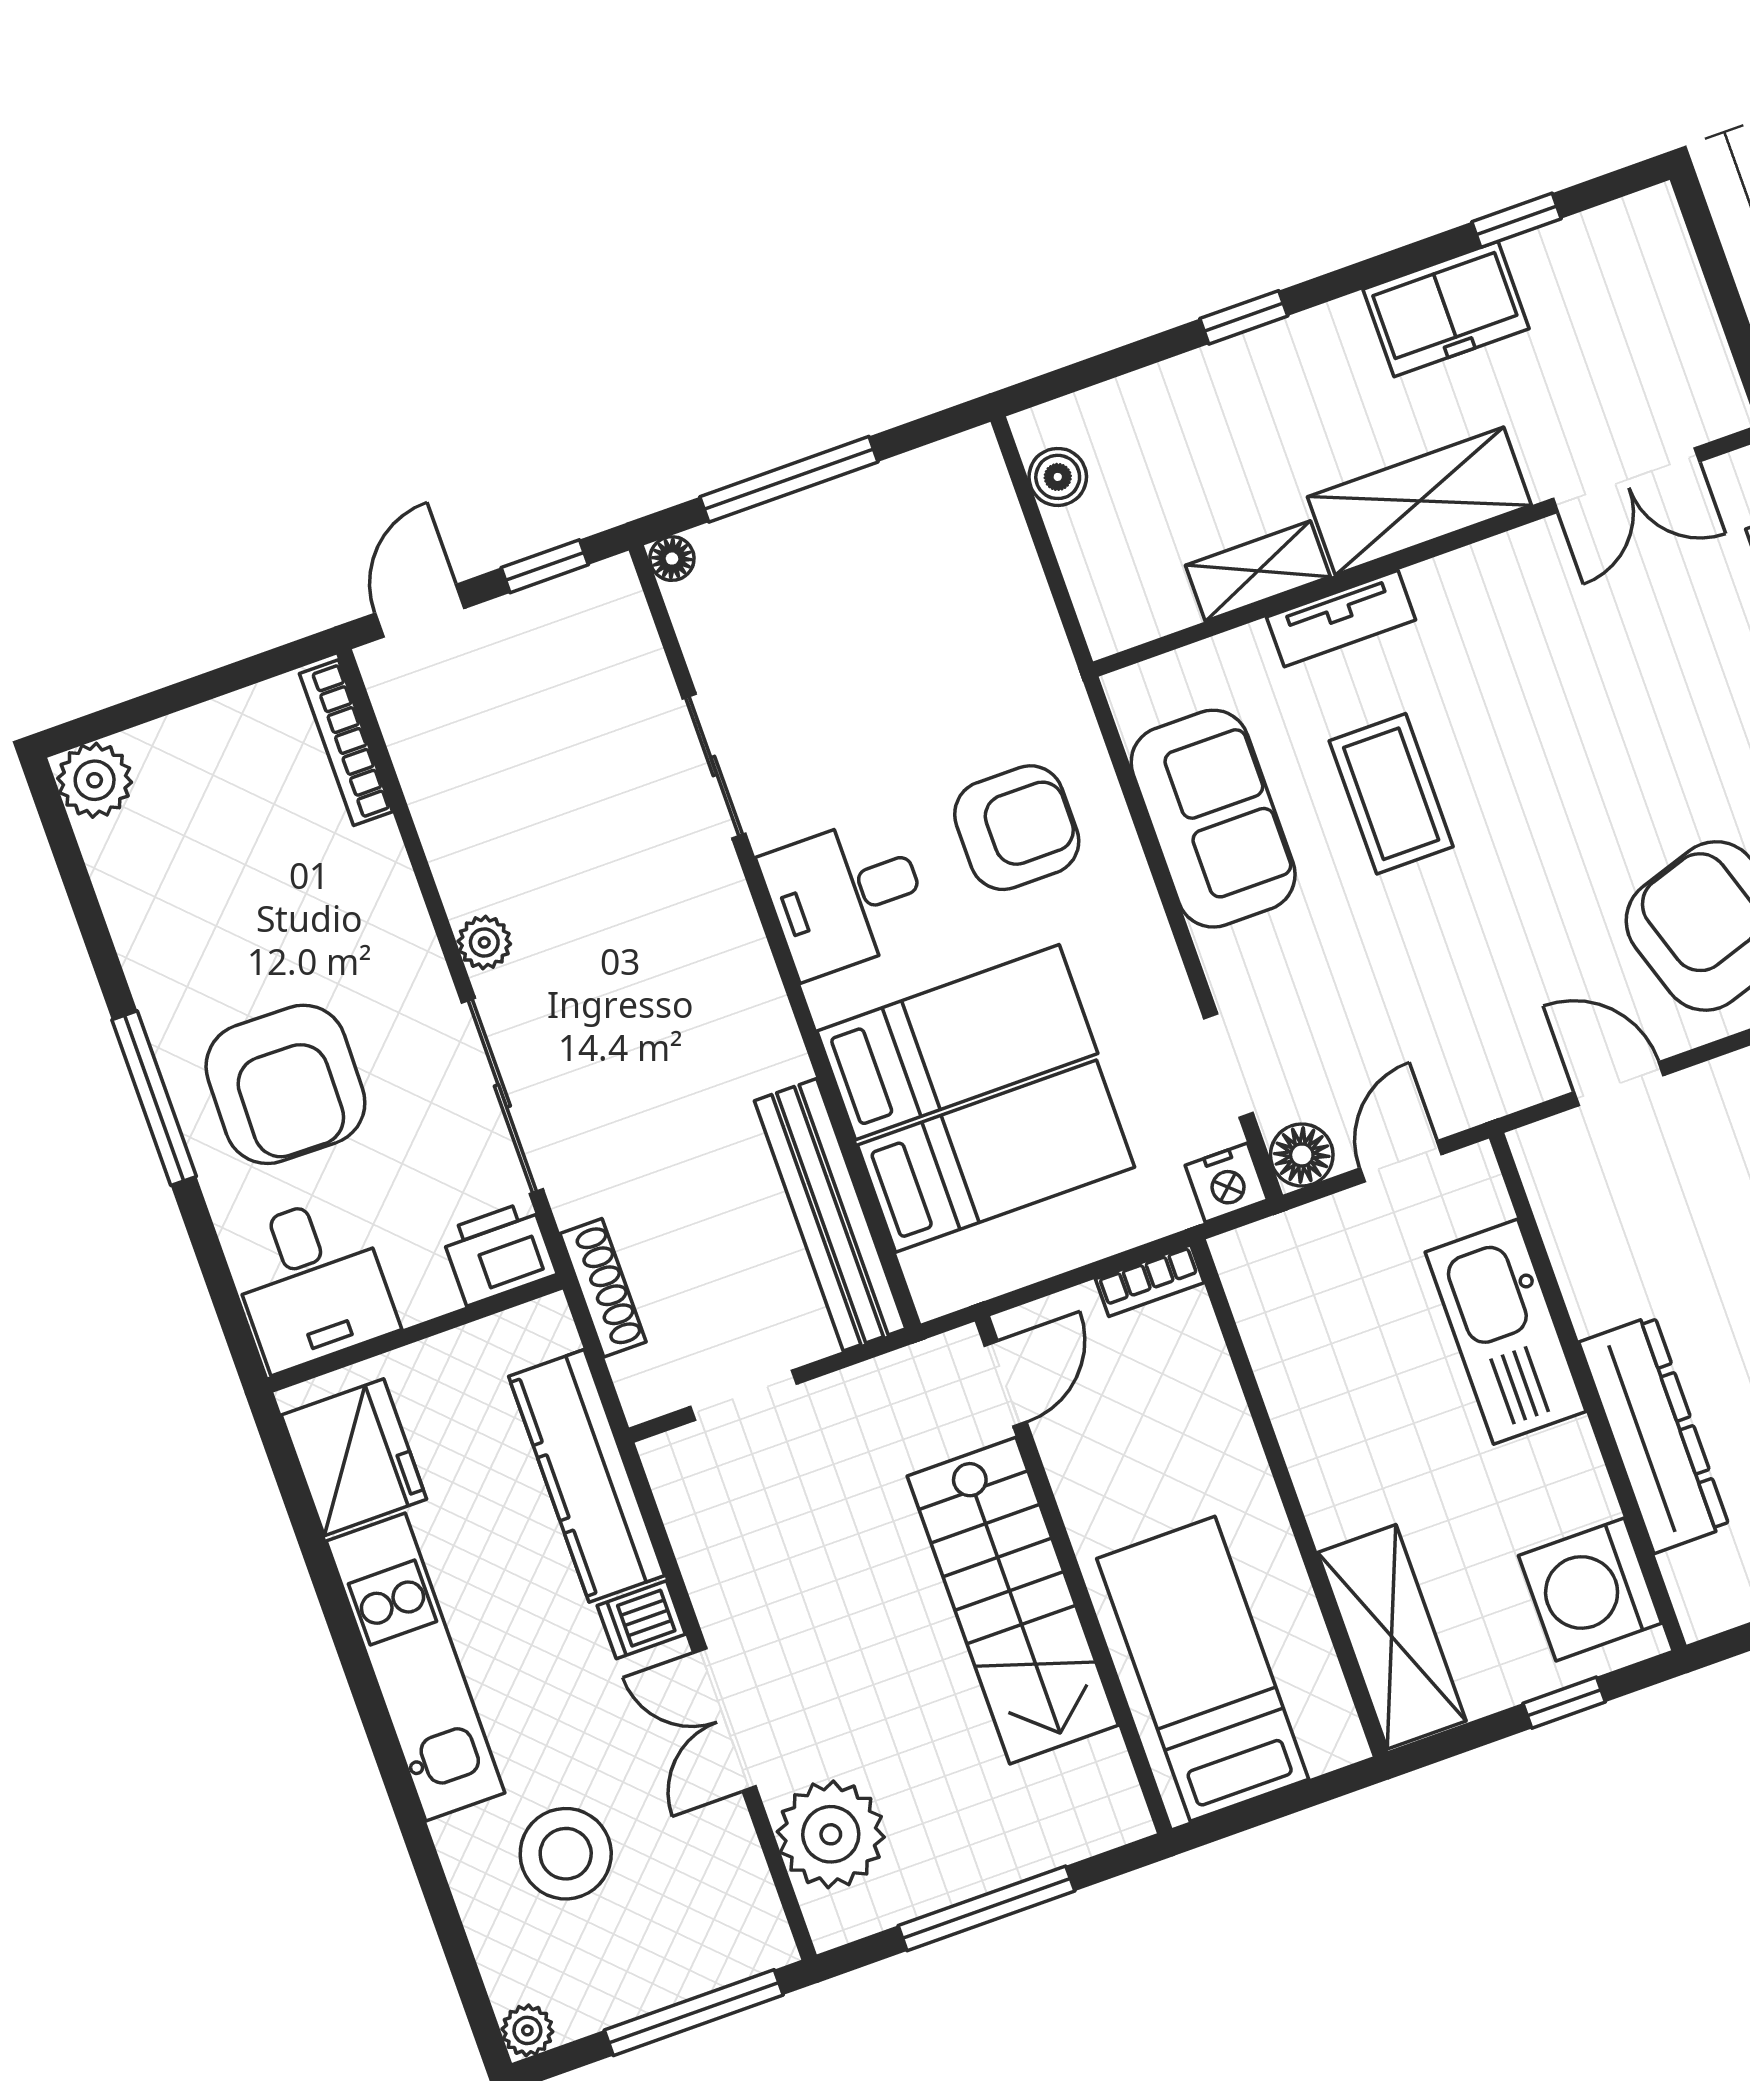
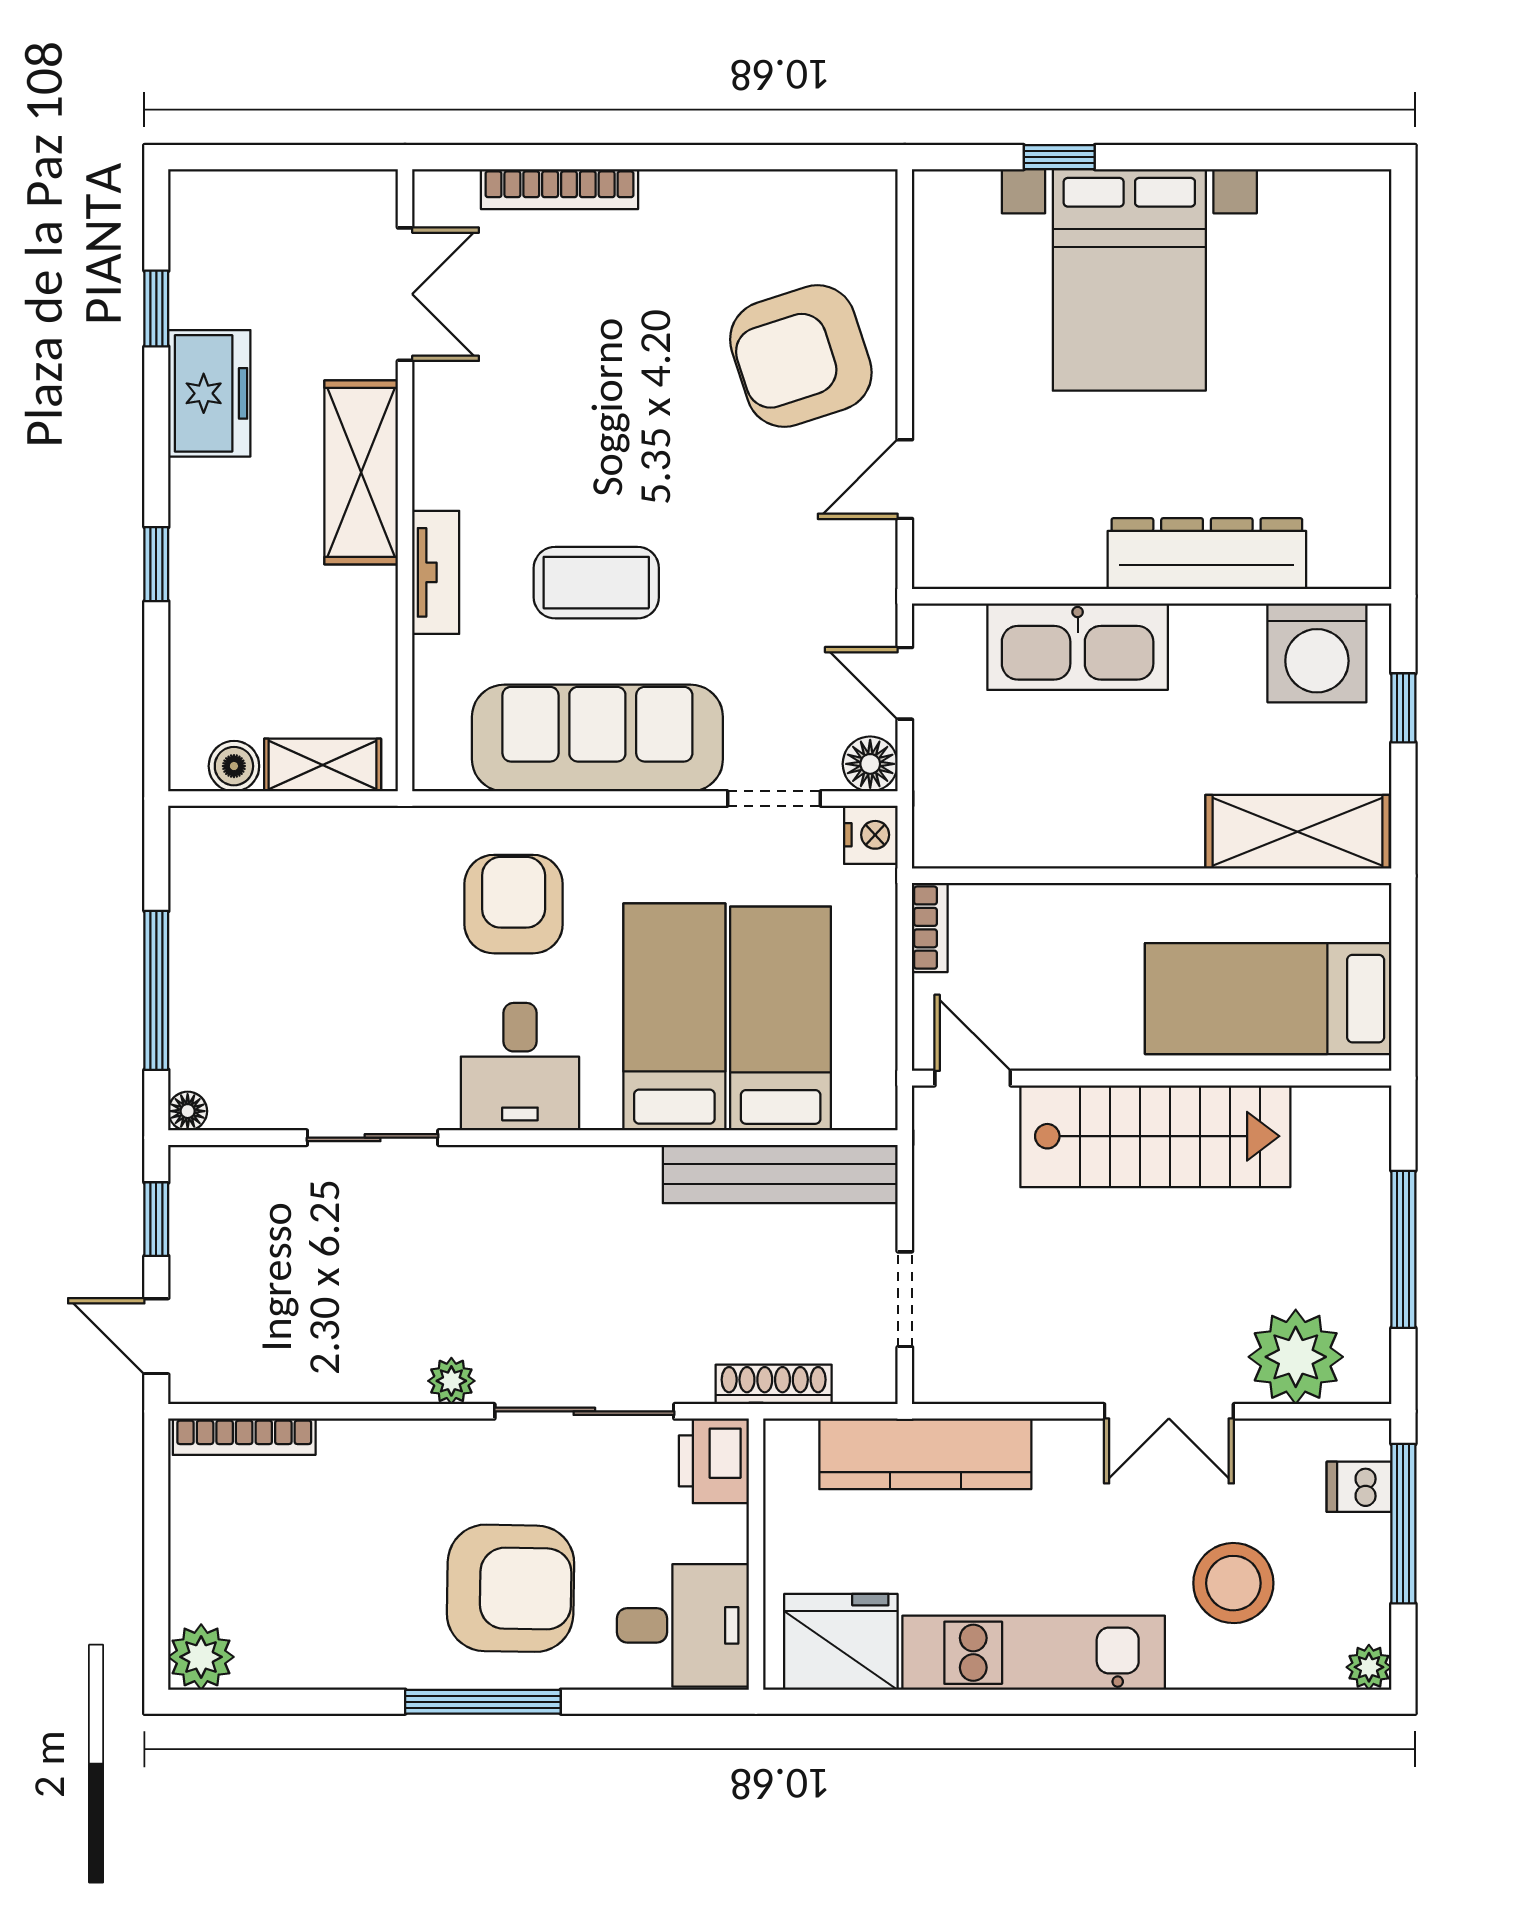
shelving: (1258, 571) -> (323, 765), moved, turned 90
sofa: (1213, 819) -> (597, 738), width x1.36
dishwasher: (641, 1620) -> (1359, 1487), moved, turned 90

